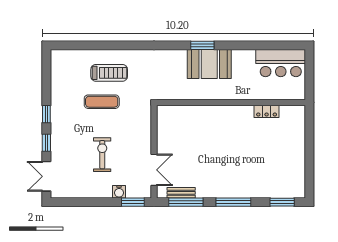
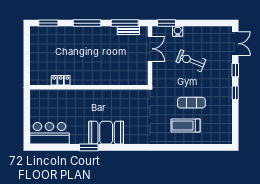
window: (202, 45) -> (89, 147), moved
wall: (231, 102) -> (89, 87), moved
locker: (267, 111) -> (61, 80), moved
exercise bike: (102, 155) -> (191, 61), turned 112
double door: (154, 170) -> (150, 49), swing flipped

